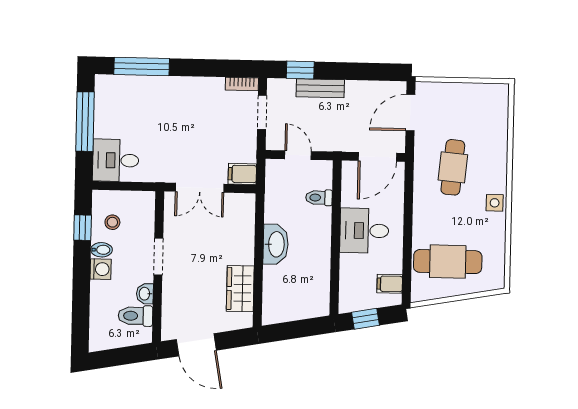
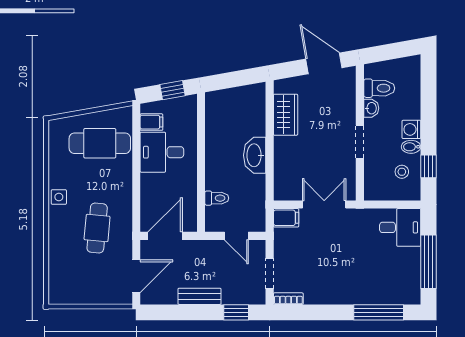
bench: (320, 88) -> (199, 296), moved
desk: (364, 231) -> (162, 152), moved, turned 180

